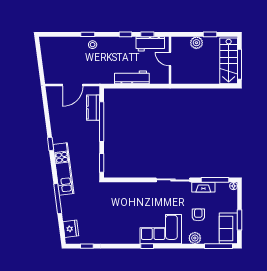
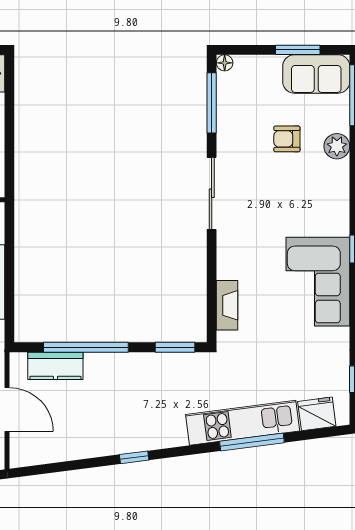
kitchen unit: (63, 169) -> (243, 423), moved
fireplace: (203, 187) -> (227, 305), moved
corner sofa: (161, 229) -> (318, 282), moved

